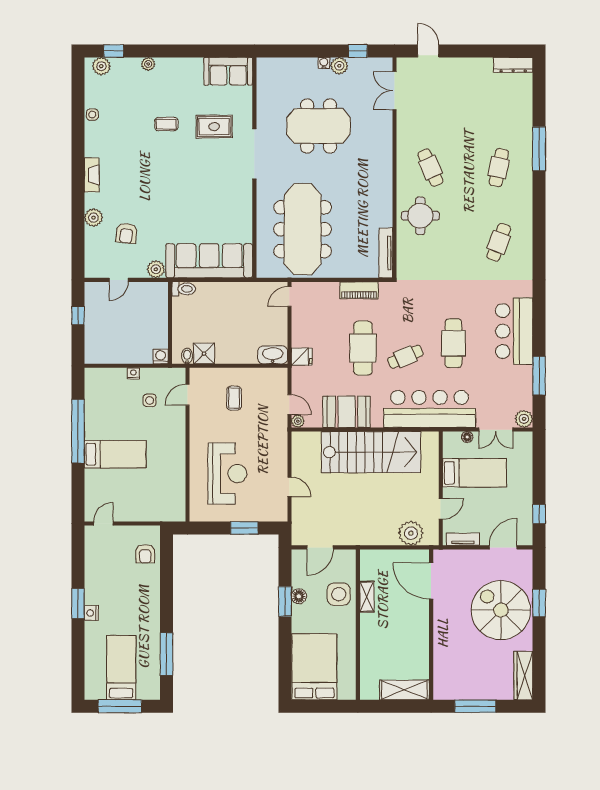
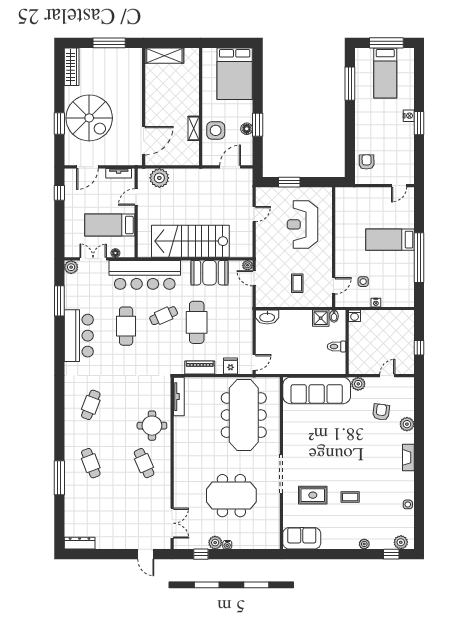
cafe table: (499, 168) -> (91, 463), turned -33
toilet: (184, 289) -> (337, 347), moved
fridge: (302, 357) -> (231, 366), moved, turned 90
door: (289, 487) -> (254, 214), swing flipped
door: (431, 581) -> (144, 141), hinge flipped

